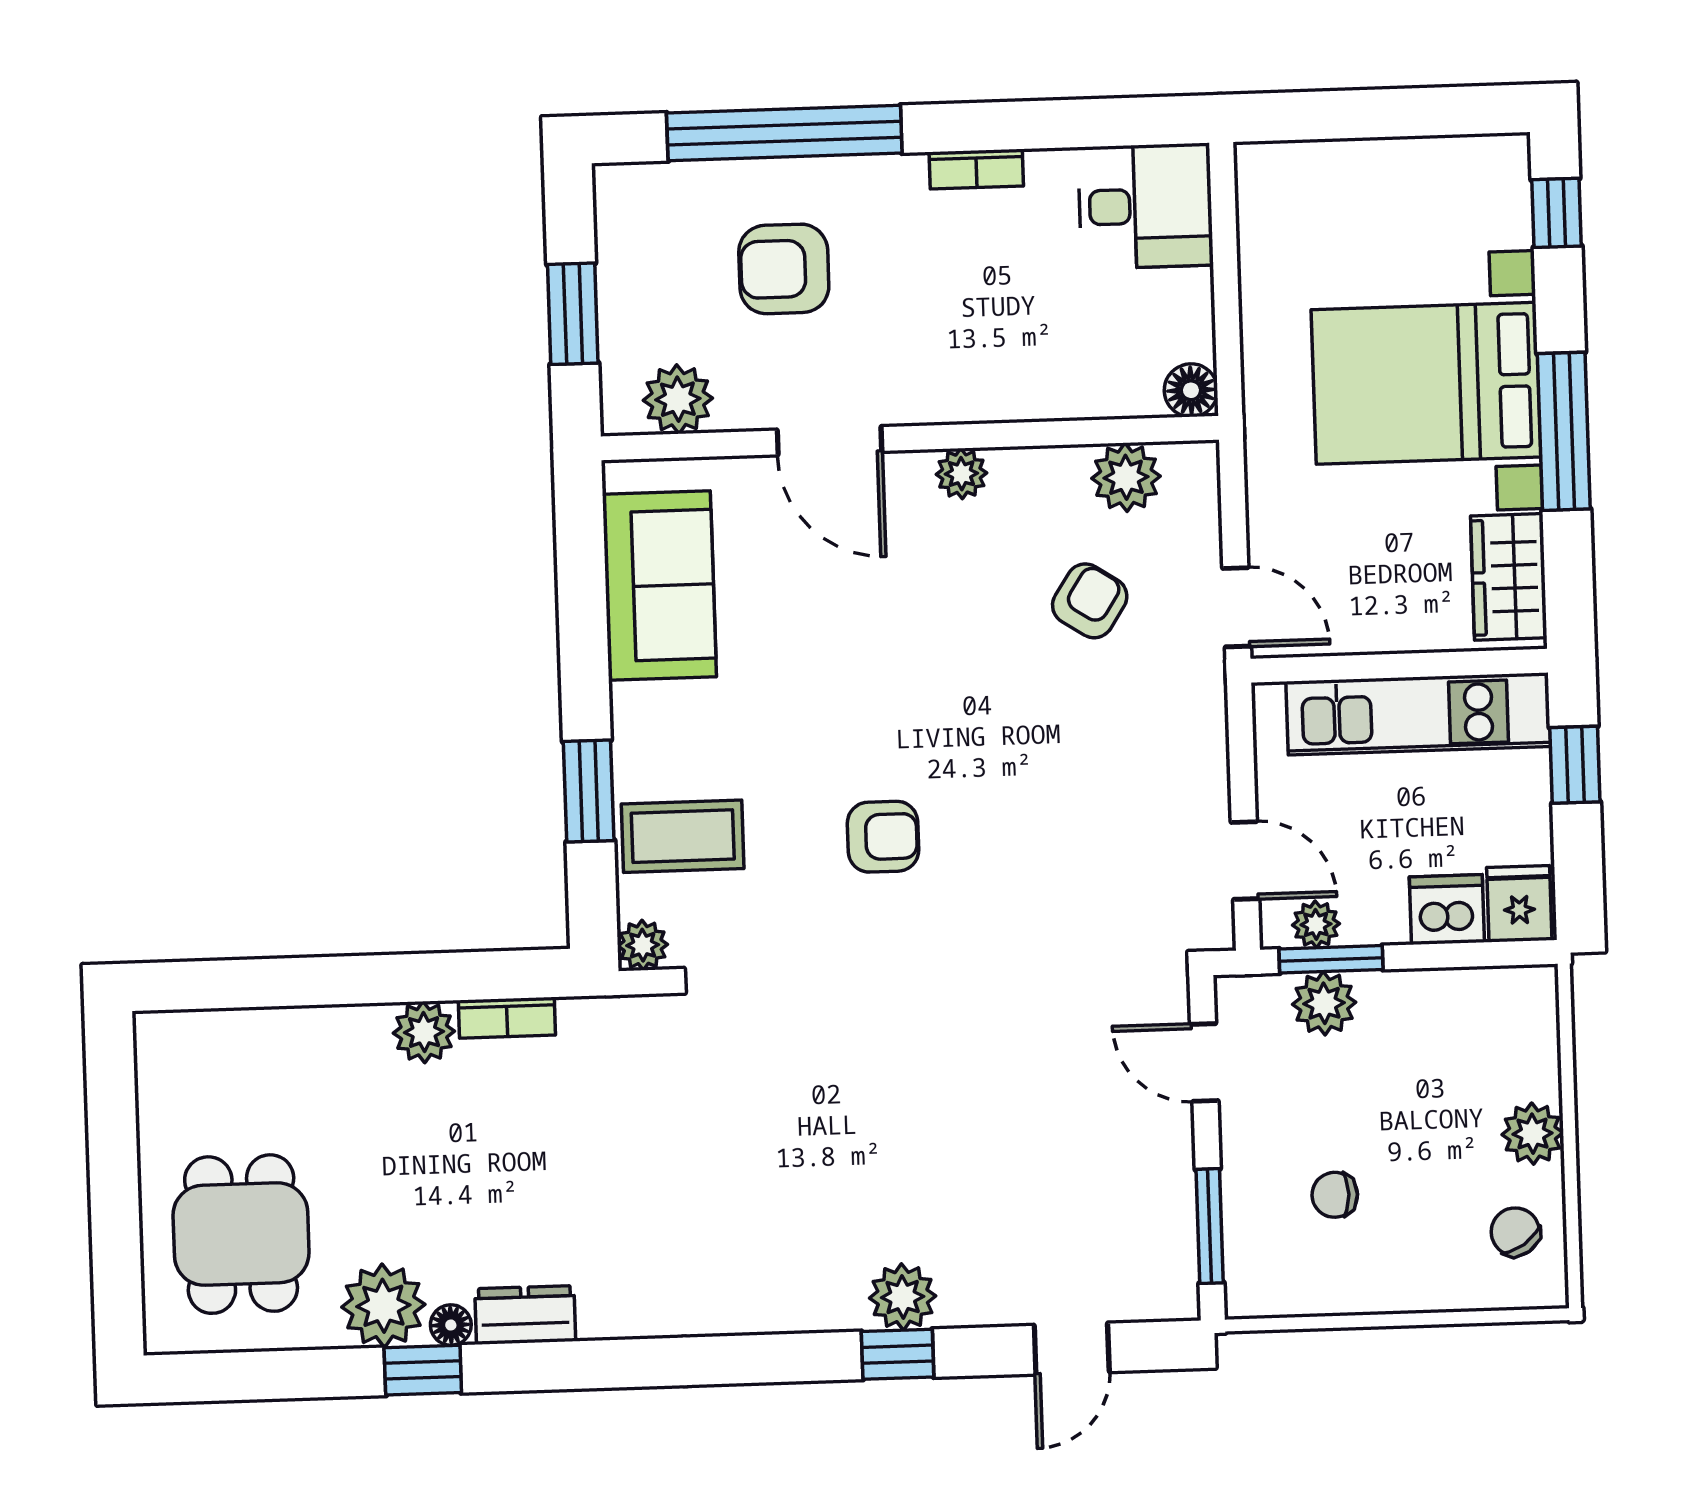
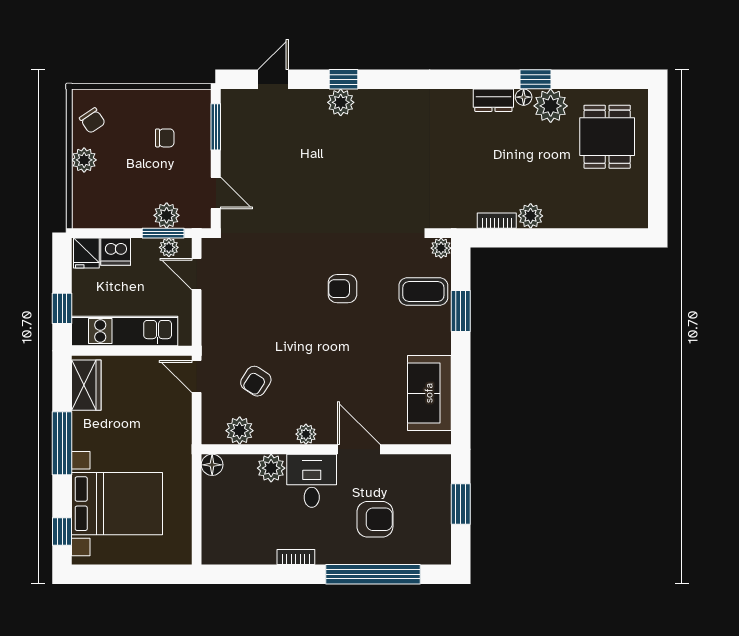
desk: (1145, 206) -> (312, 481), moved, turned 90
bed with nightstands: (1426, 383) -> (117, 504), moved
plant: (678, 399) -> (271, 468), moved

